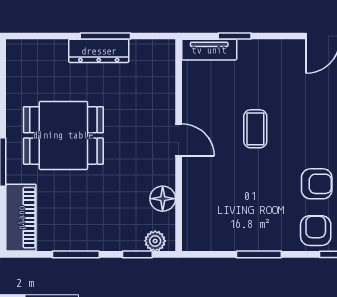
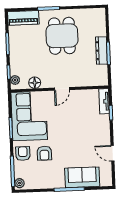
coffee table: (255, 129) -> (69, 124), removed
corner sofa: (235, 213) -> (29, 116), added
armchair: (316, 231) -> (23, 154), turned -90

